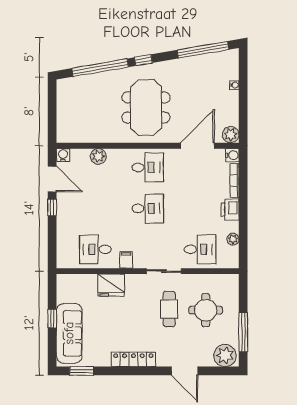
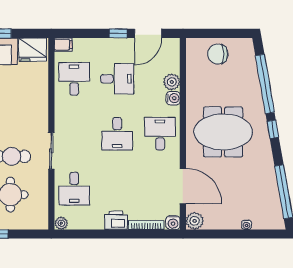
chair: (72, 113) -> (218, 54), added
water cooler: (63, 155) -> (173, 98), moved
desk: (148, 167) -> (160, 134), turned 180
desk: (95, 208) -> (117, 79), added
plant: (233, 239) -> (61, 223), moved
filing cabinet: (126, 260) -> (63, 45), moved
fridge: (111, 285) -> (33, 50), moved, turned -90

